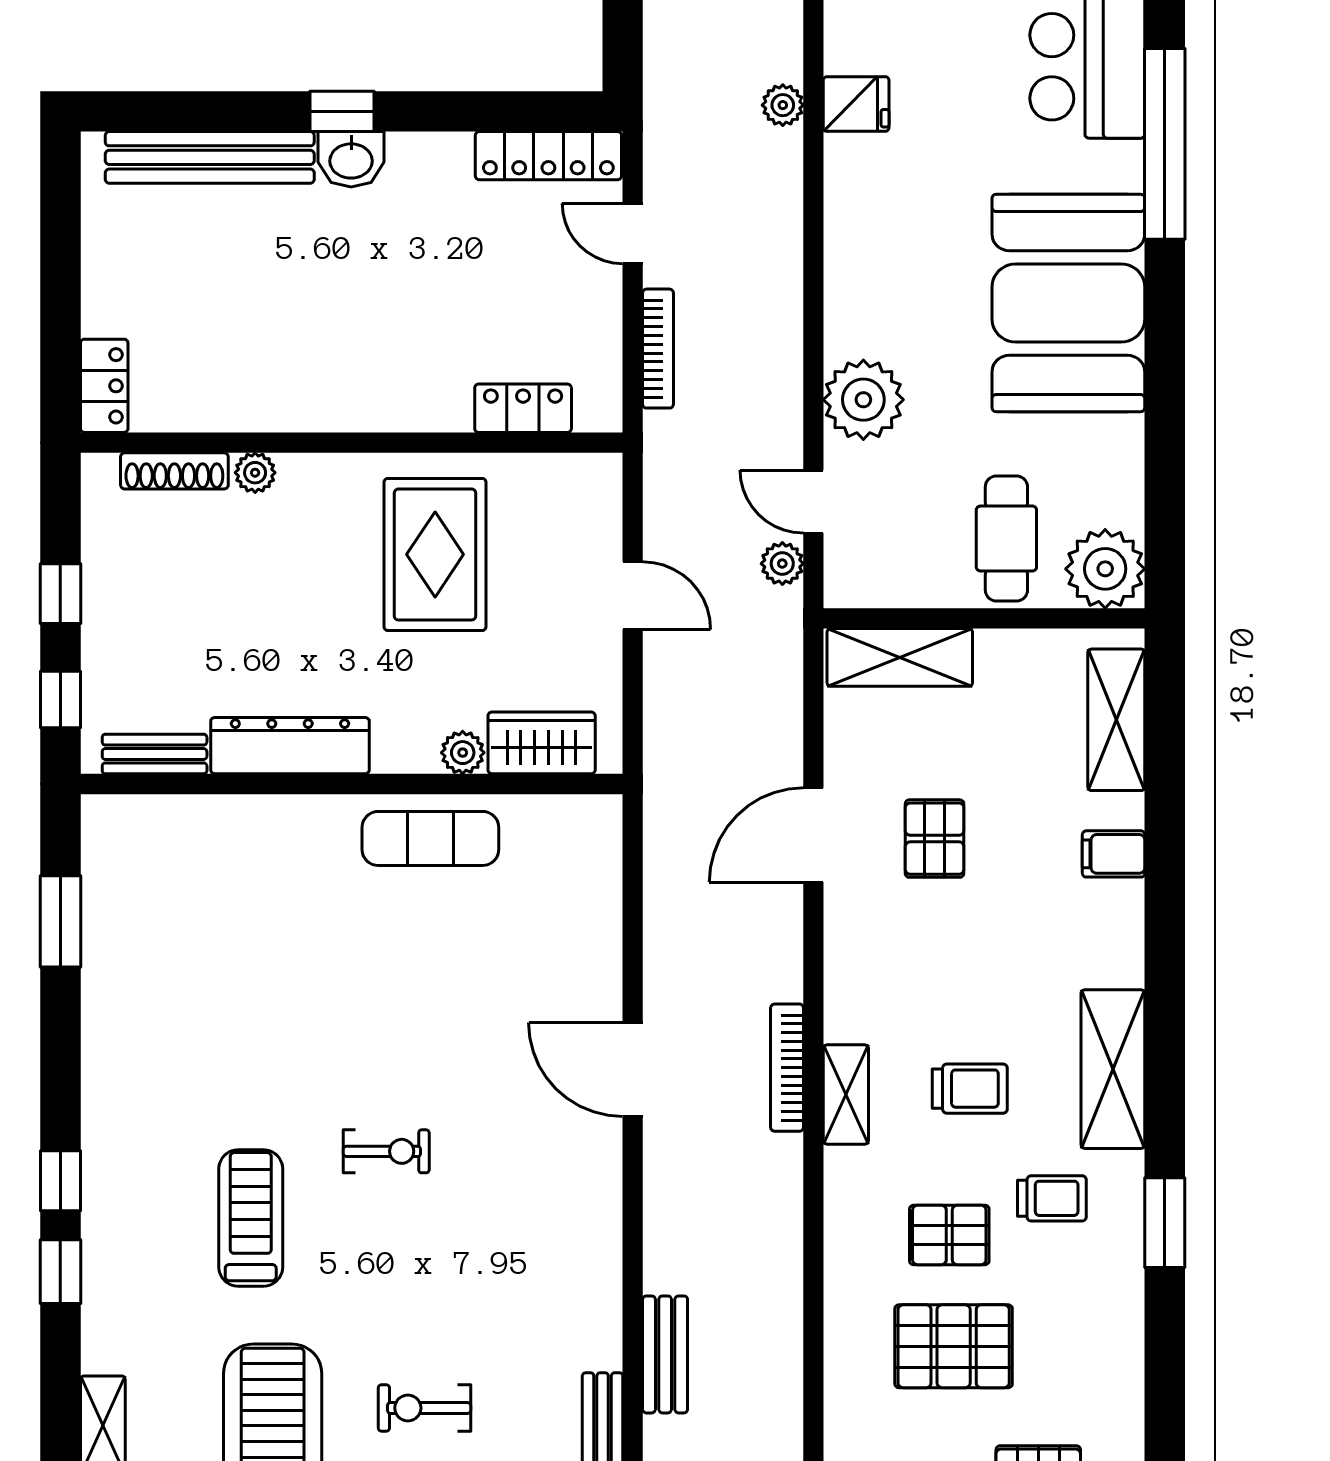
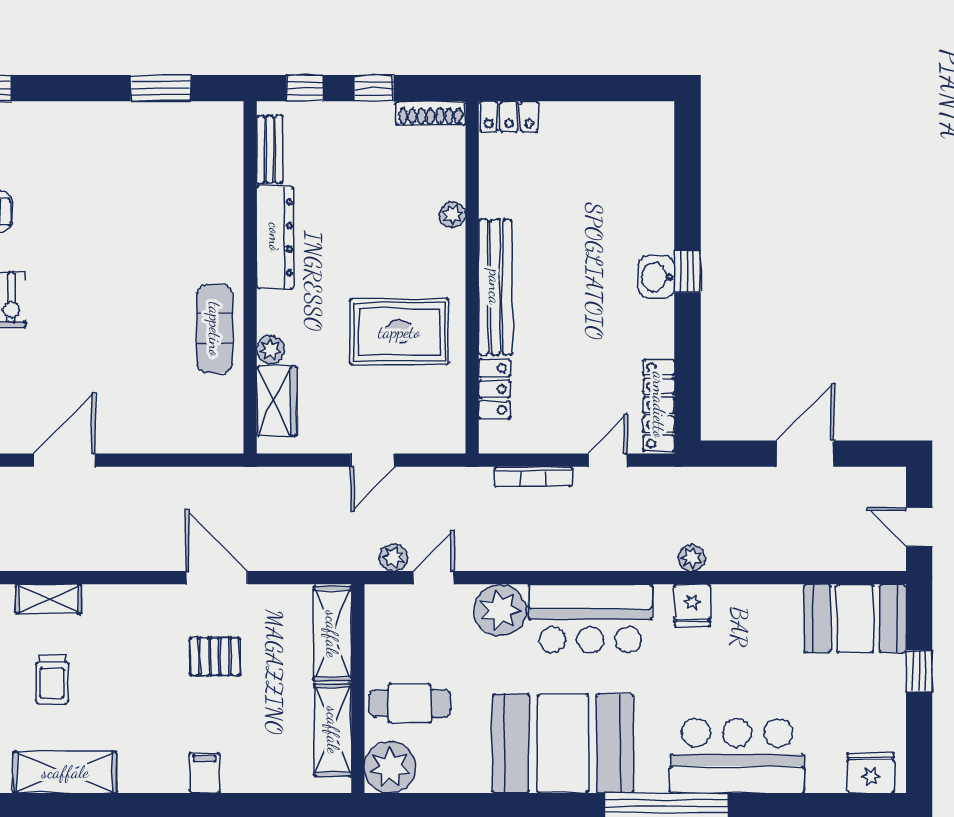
bench: (210, 157) -> (495, 287), moved
bar counter: (876, 261) -> (590, 619), added
shoe rack: (174, 471) -> (431, 113), moved, turned -90
shelving: (1116, 720) -> (333, 730), moved, turned 90
bookcase: (787, 1068) -> (66, 561), removed

